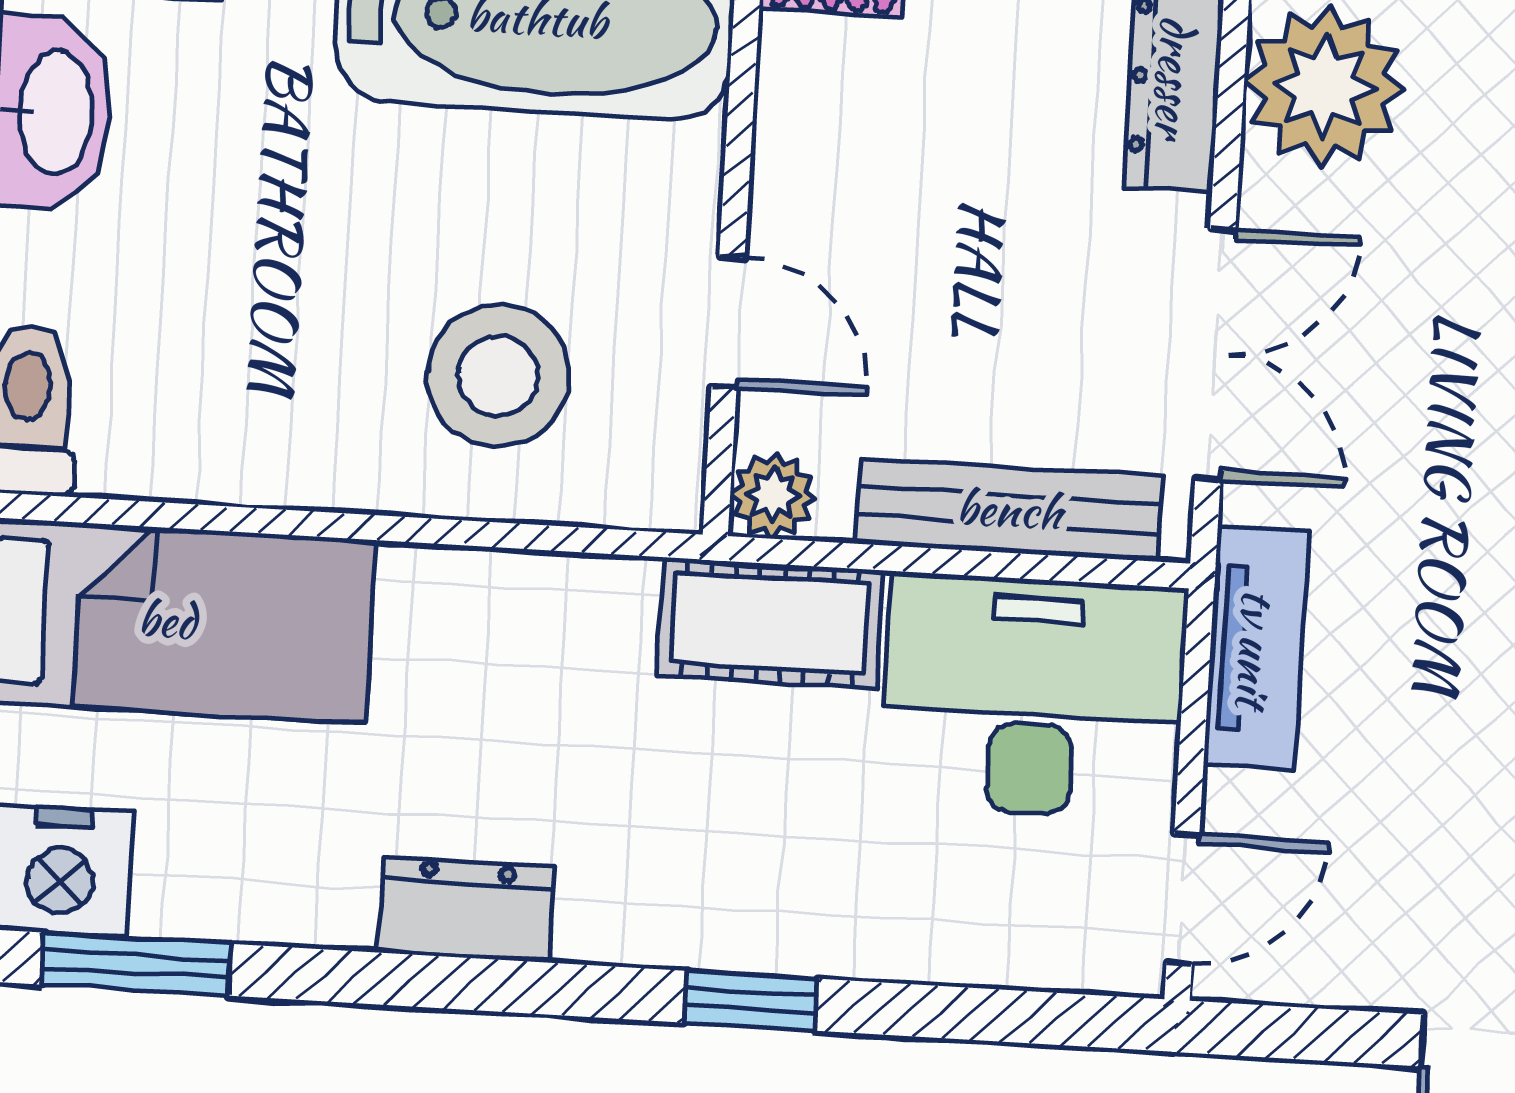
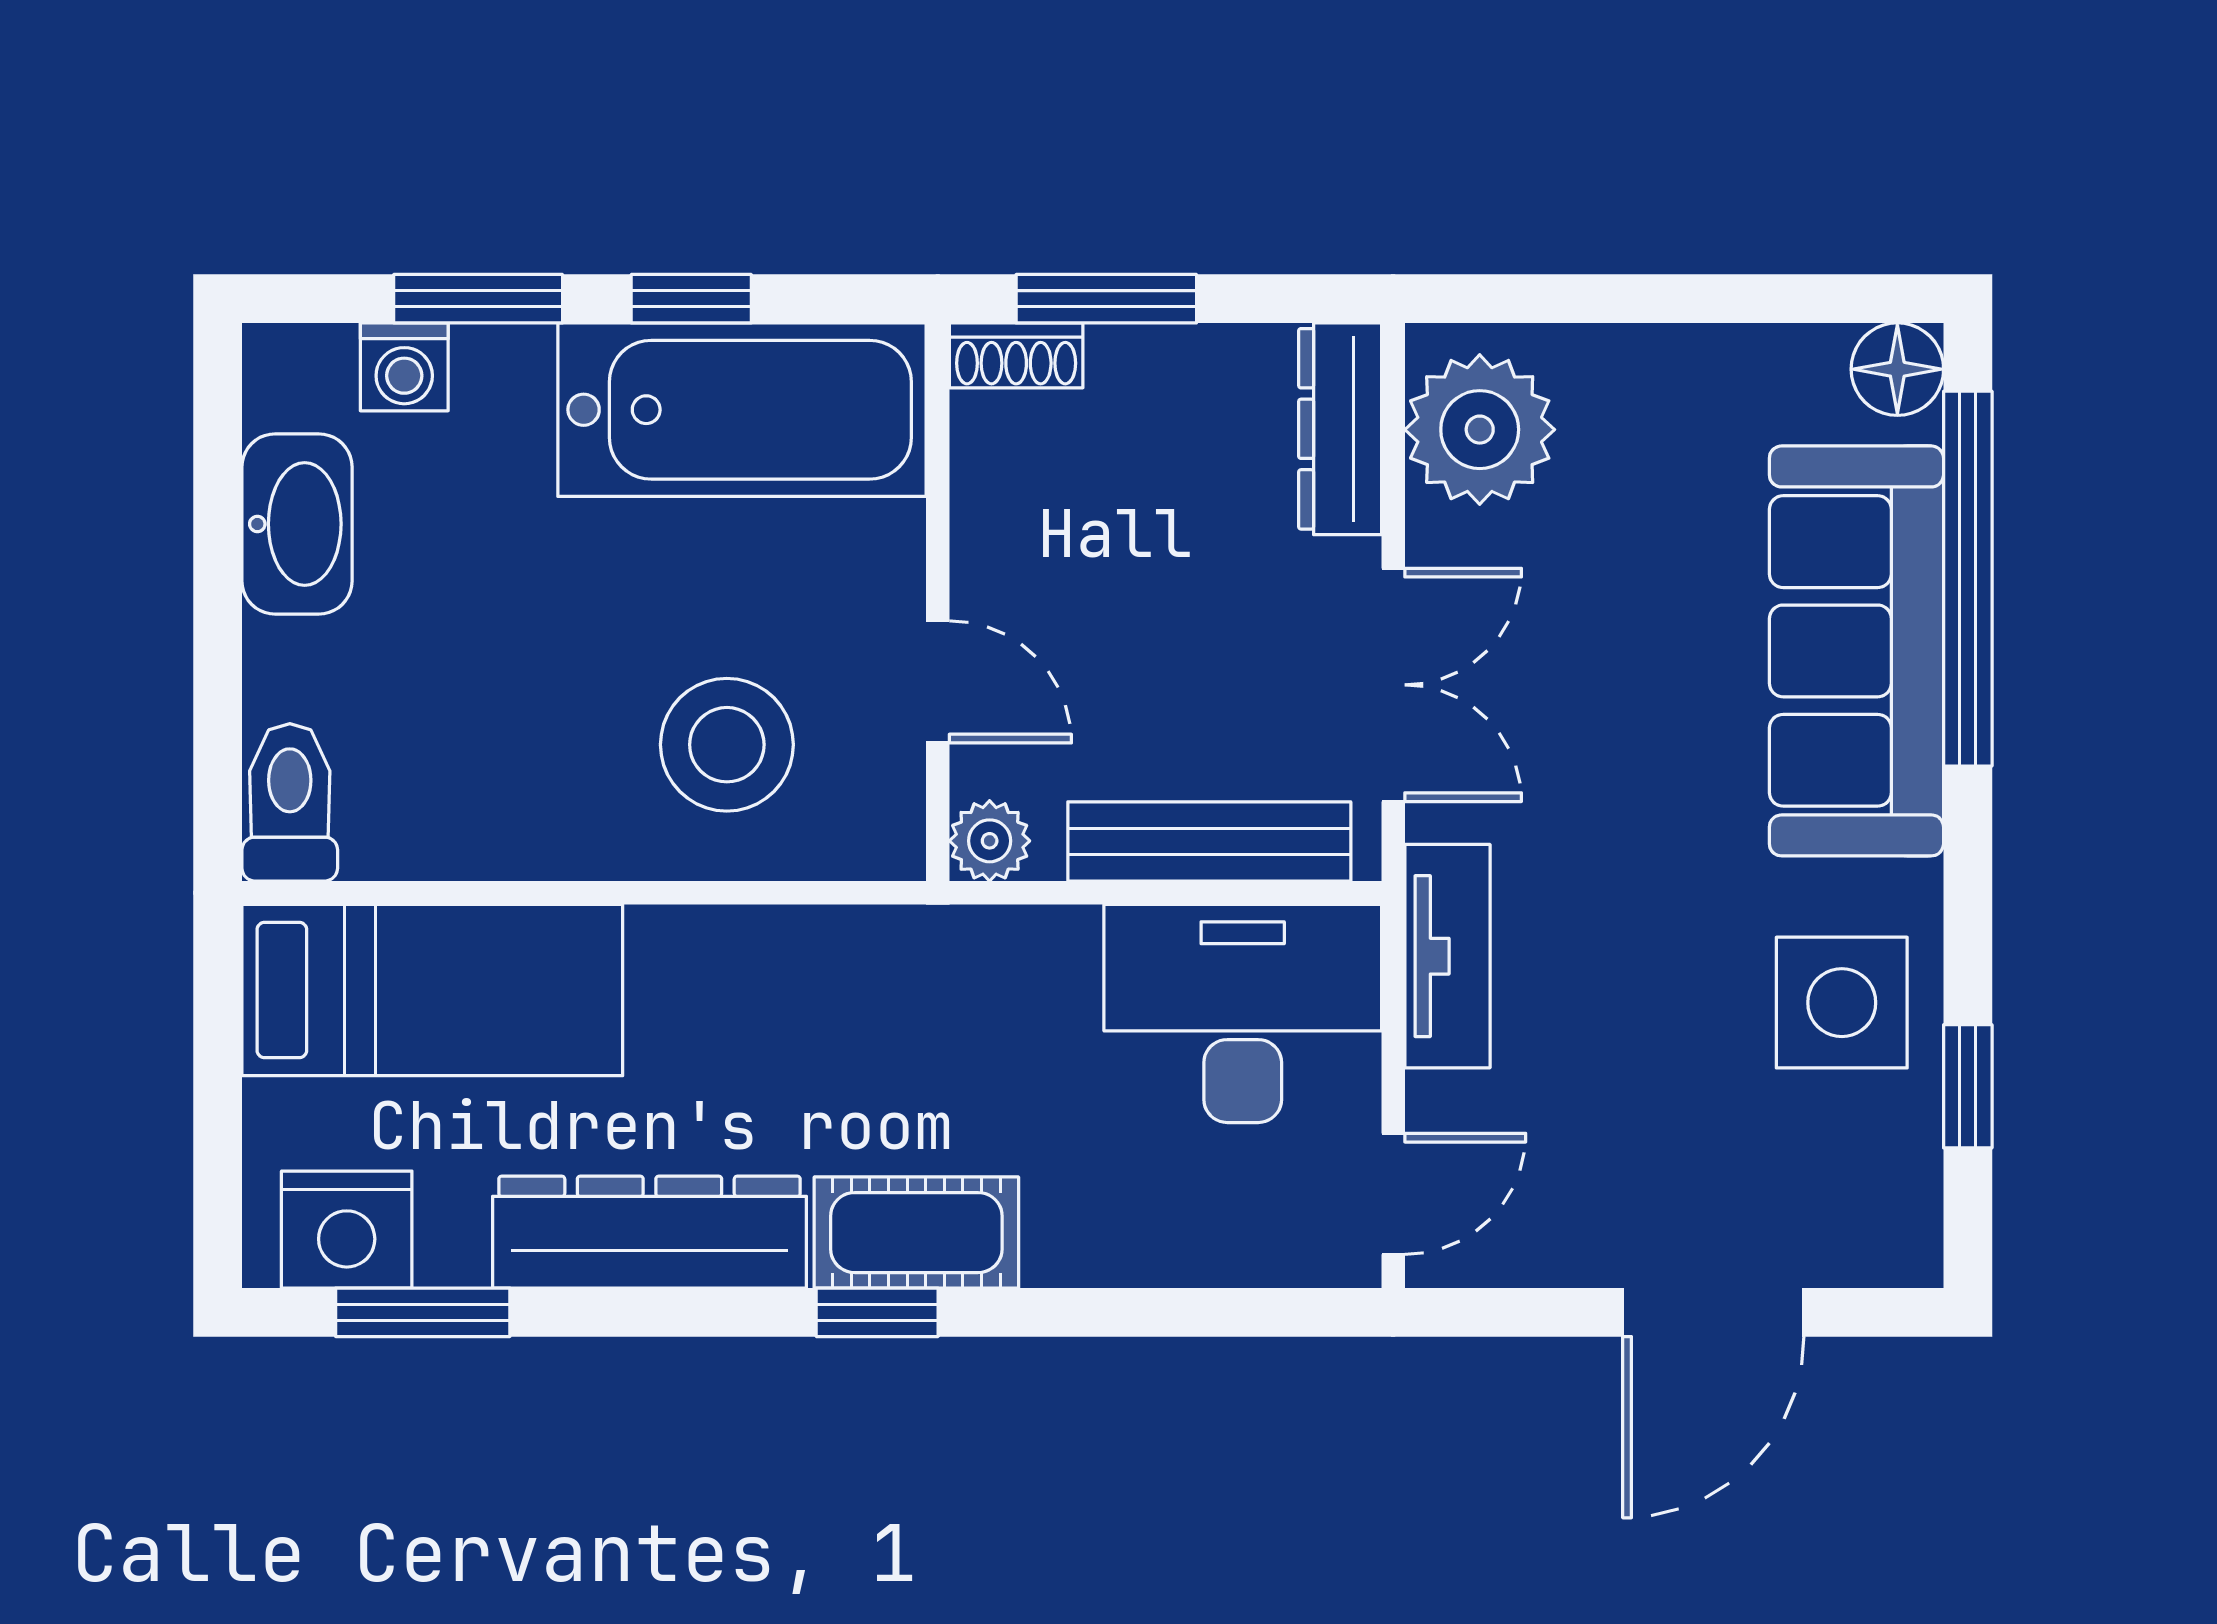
cot: (770, 623) -> (916, 1233), moved
dresser: (466, 909) -> (650, 1232), width x1.96, depth x1.24
window: (750, 1001) -> (877, 1312), moved

